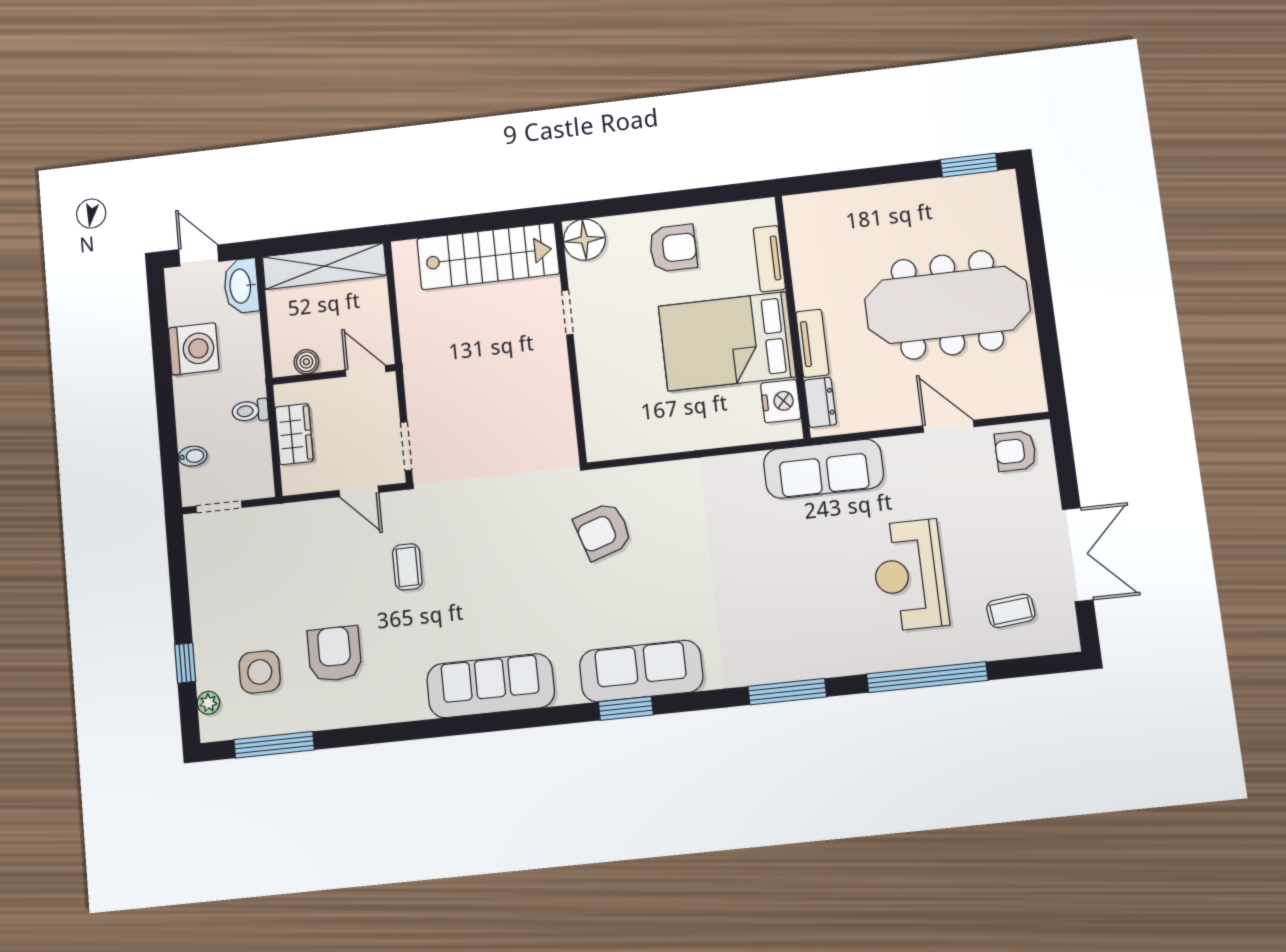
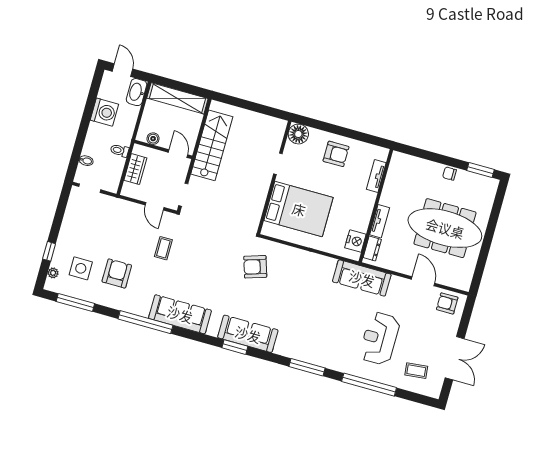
chair: (911, 196) -> (449, 174), added
stairs: (488, 256) -> (212, 145), moved, turned -90
bed: (727, 341) -> (299, 209), moved, turned 180
window: (428, 729) -> (145, 322), added

